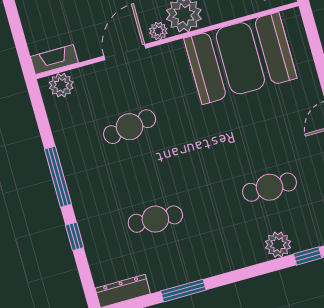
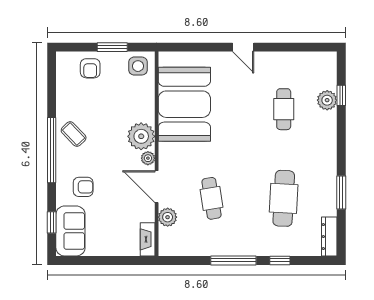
plant: (61, 85) -> (168, 217), moved
cafe table: (155, 219) -> (284, 198), width x1.37, depth x1.35
plant: (278, 245) -> (327, 100), moved

